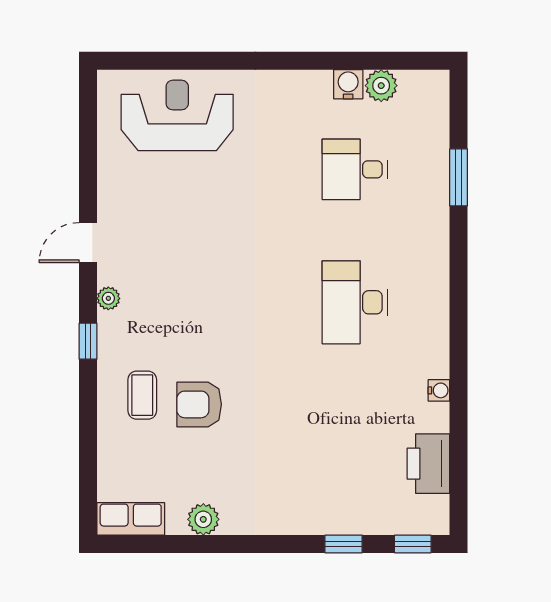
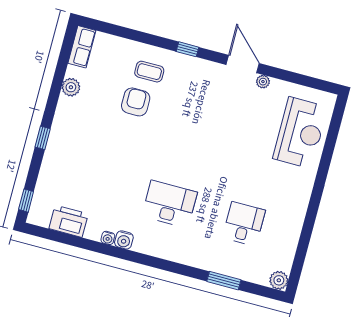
water cooler: (348, 84) -> (124, 240), moved, turned 90
plant: (381, 86) -> (279, 280), moved
door: (88, 243) -> (243, 64), width x1.38
plant: (108, 298) -> (263, 82), moved
window: (344, 544) -> (43, 138), moved

